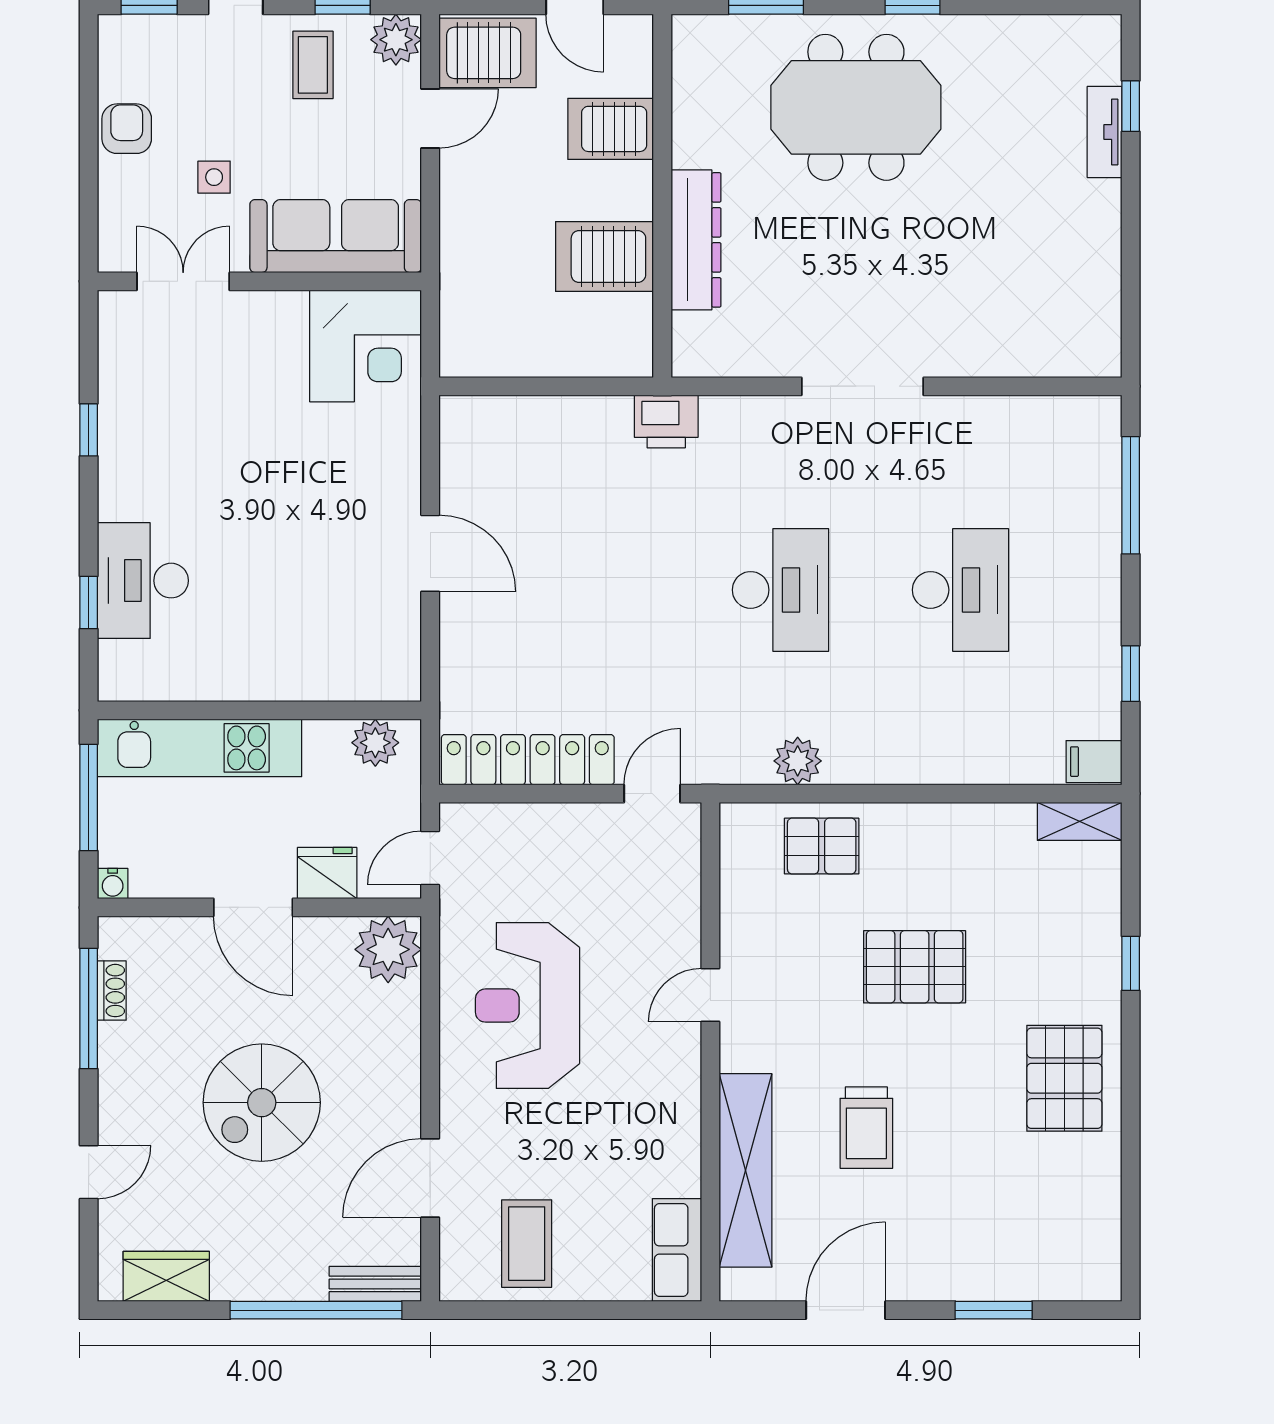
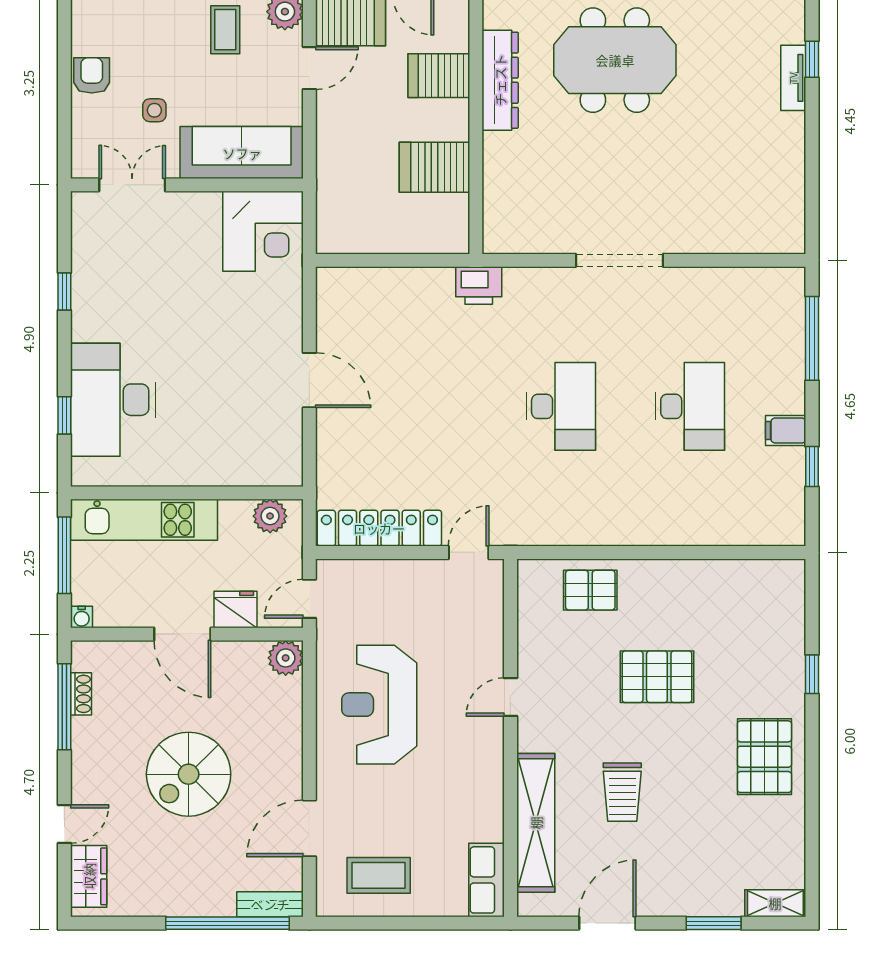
dresser: (696, 240) -> (500, 80), moved
desk: (143, 581) -> (113, 400), width x1.36, depth x1.30
plant: (798, 761) -> (573, 529), removed
filing cabinet: (1094, 762) -> (786, 431), moved
shelving: (1080, 821) -> (775, 903), moved
plant: (388, 949) -> (286, 658), width x0.73, depth x0.73
coffee table: (527, 1244) -> (379, 875), turned 90
wardrobe: (166, 1276) -> (89, 876), moved, turned 90

